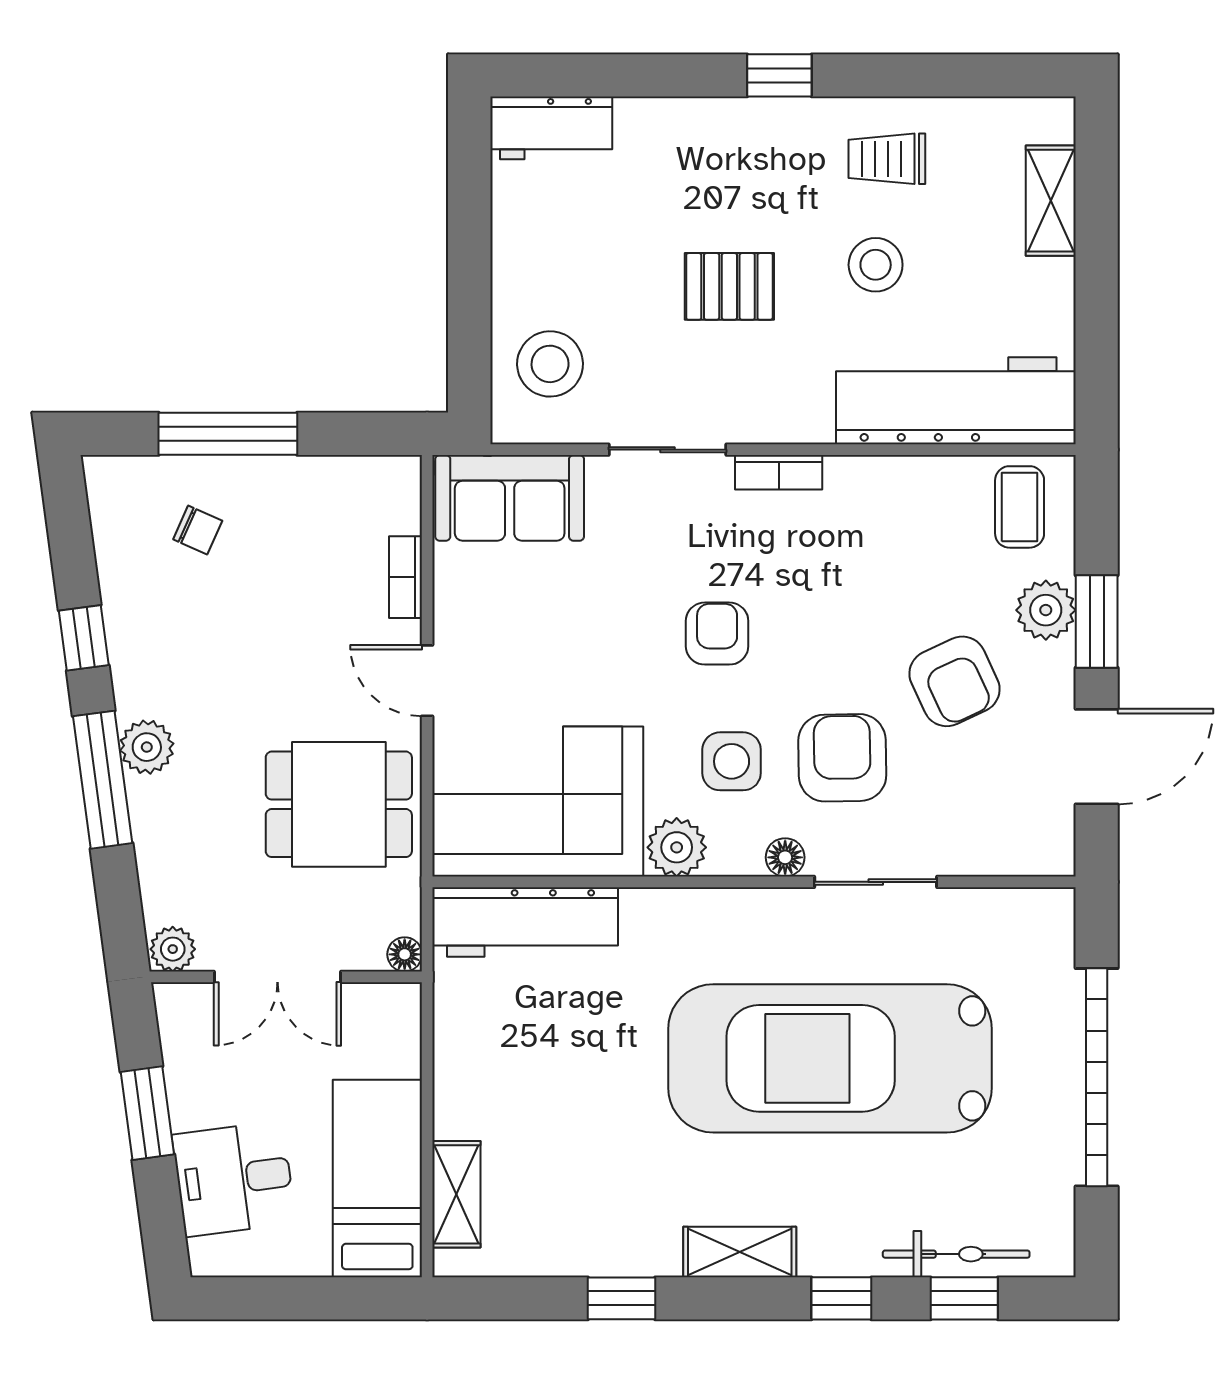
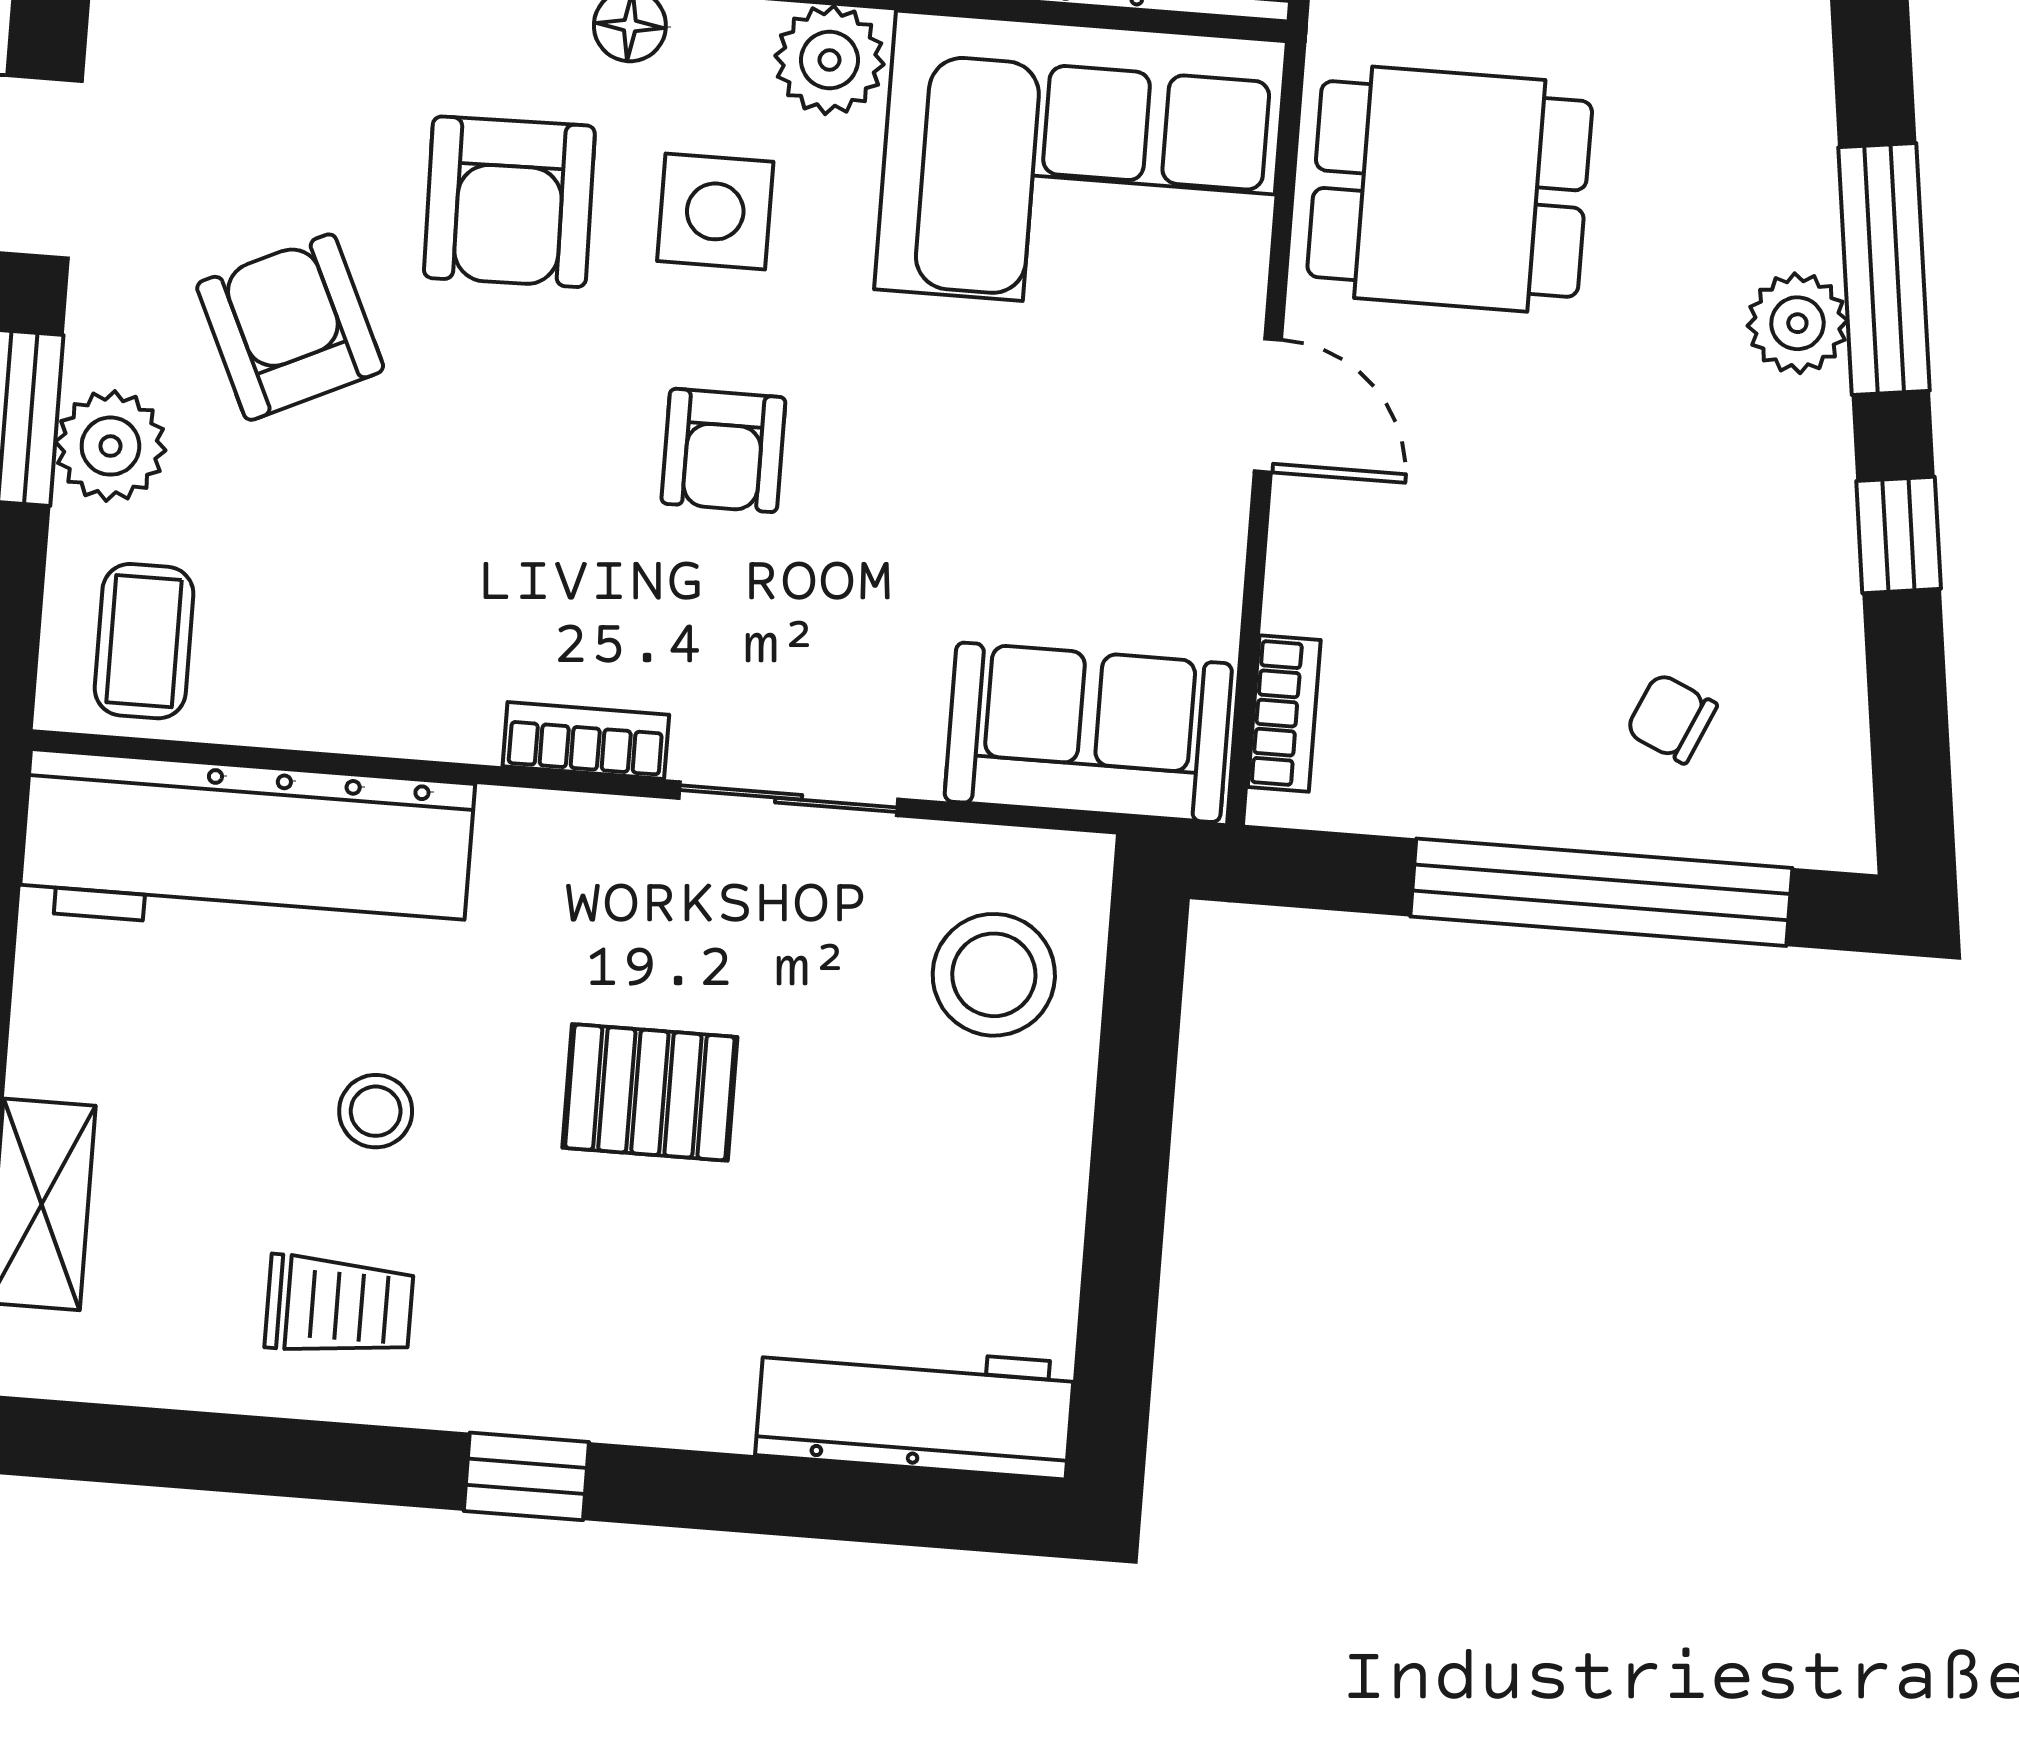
workbench: (551, 128) -> (915, 1409), width x1.37
stool: (876, 265) -> (376, 1111), width x0.73, depth x0.73
window: (228, 434) -> (1601, 892), width x1.46
bookcase: (405, 577) -> (1284, 714), moved

